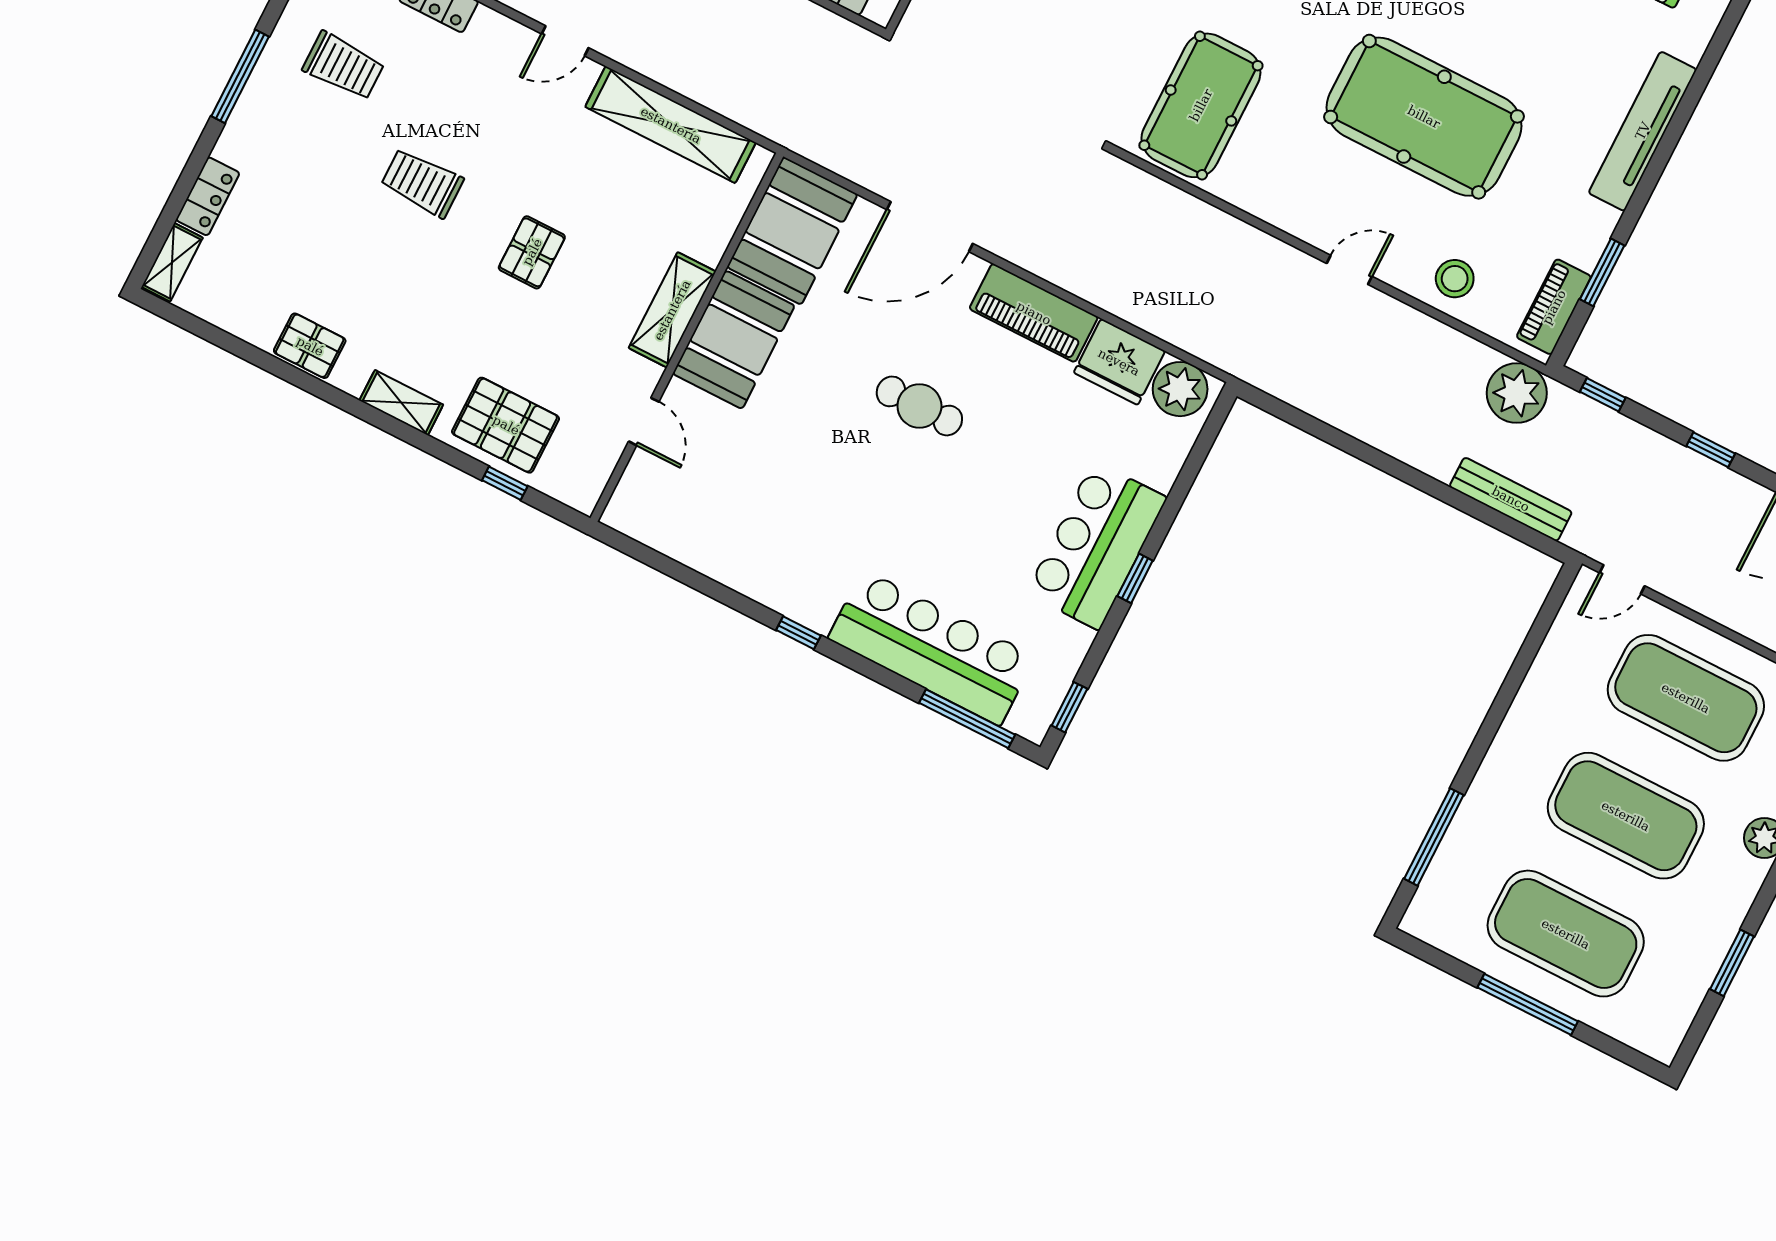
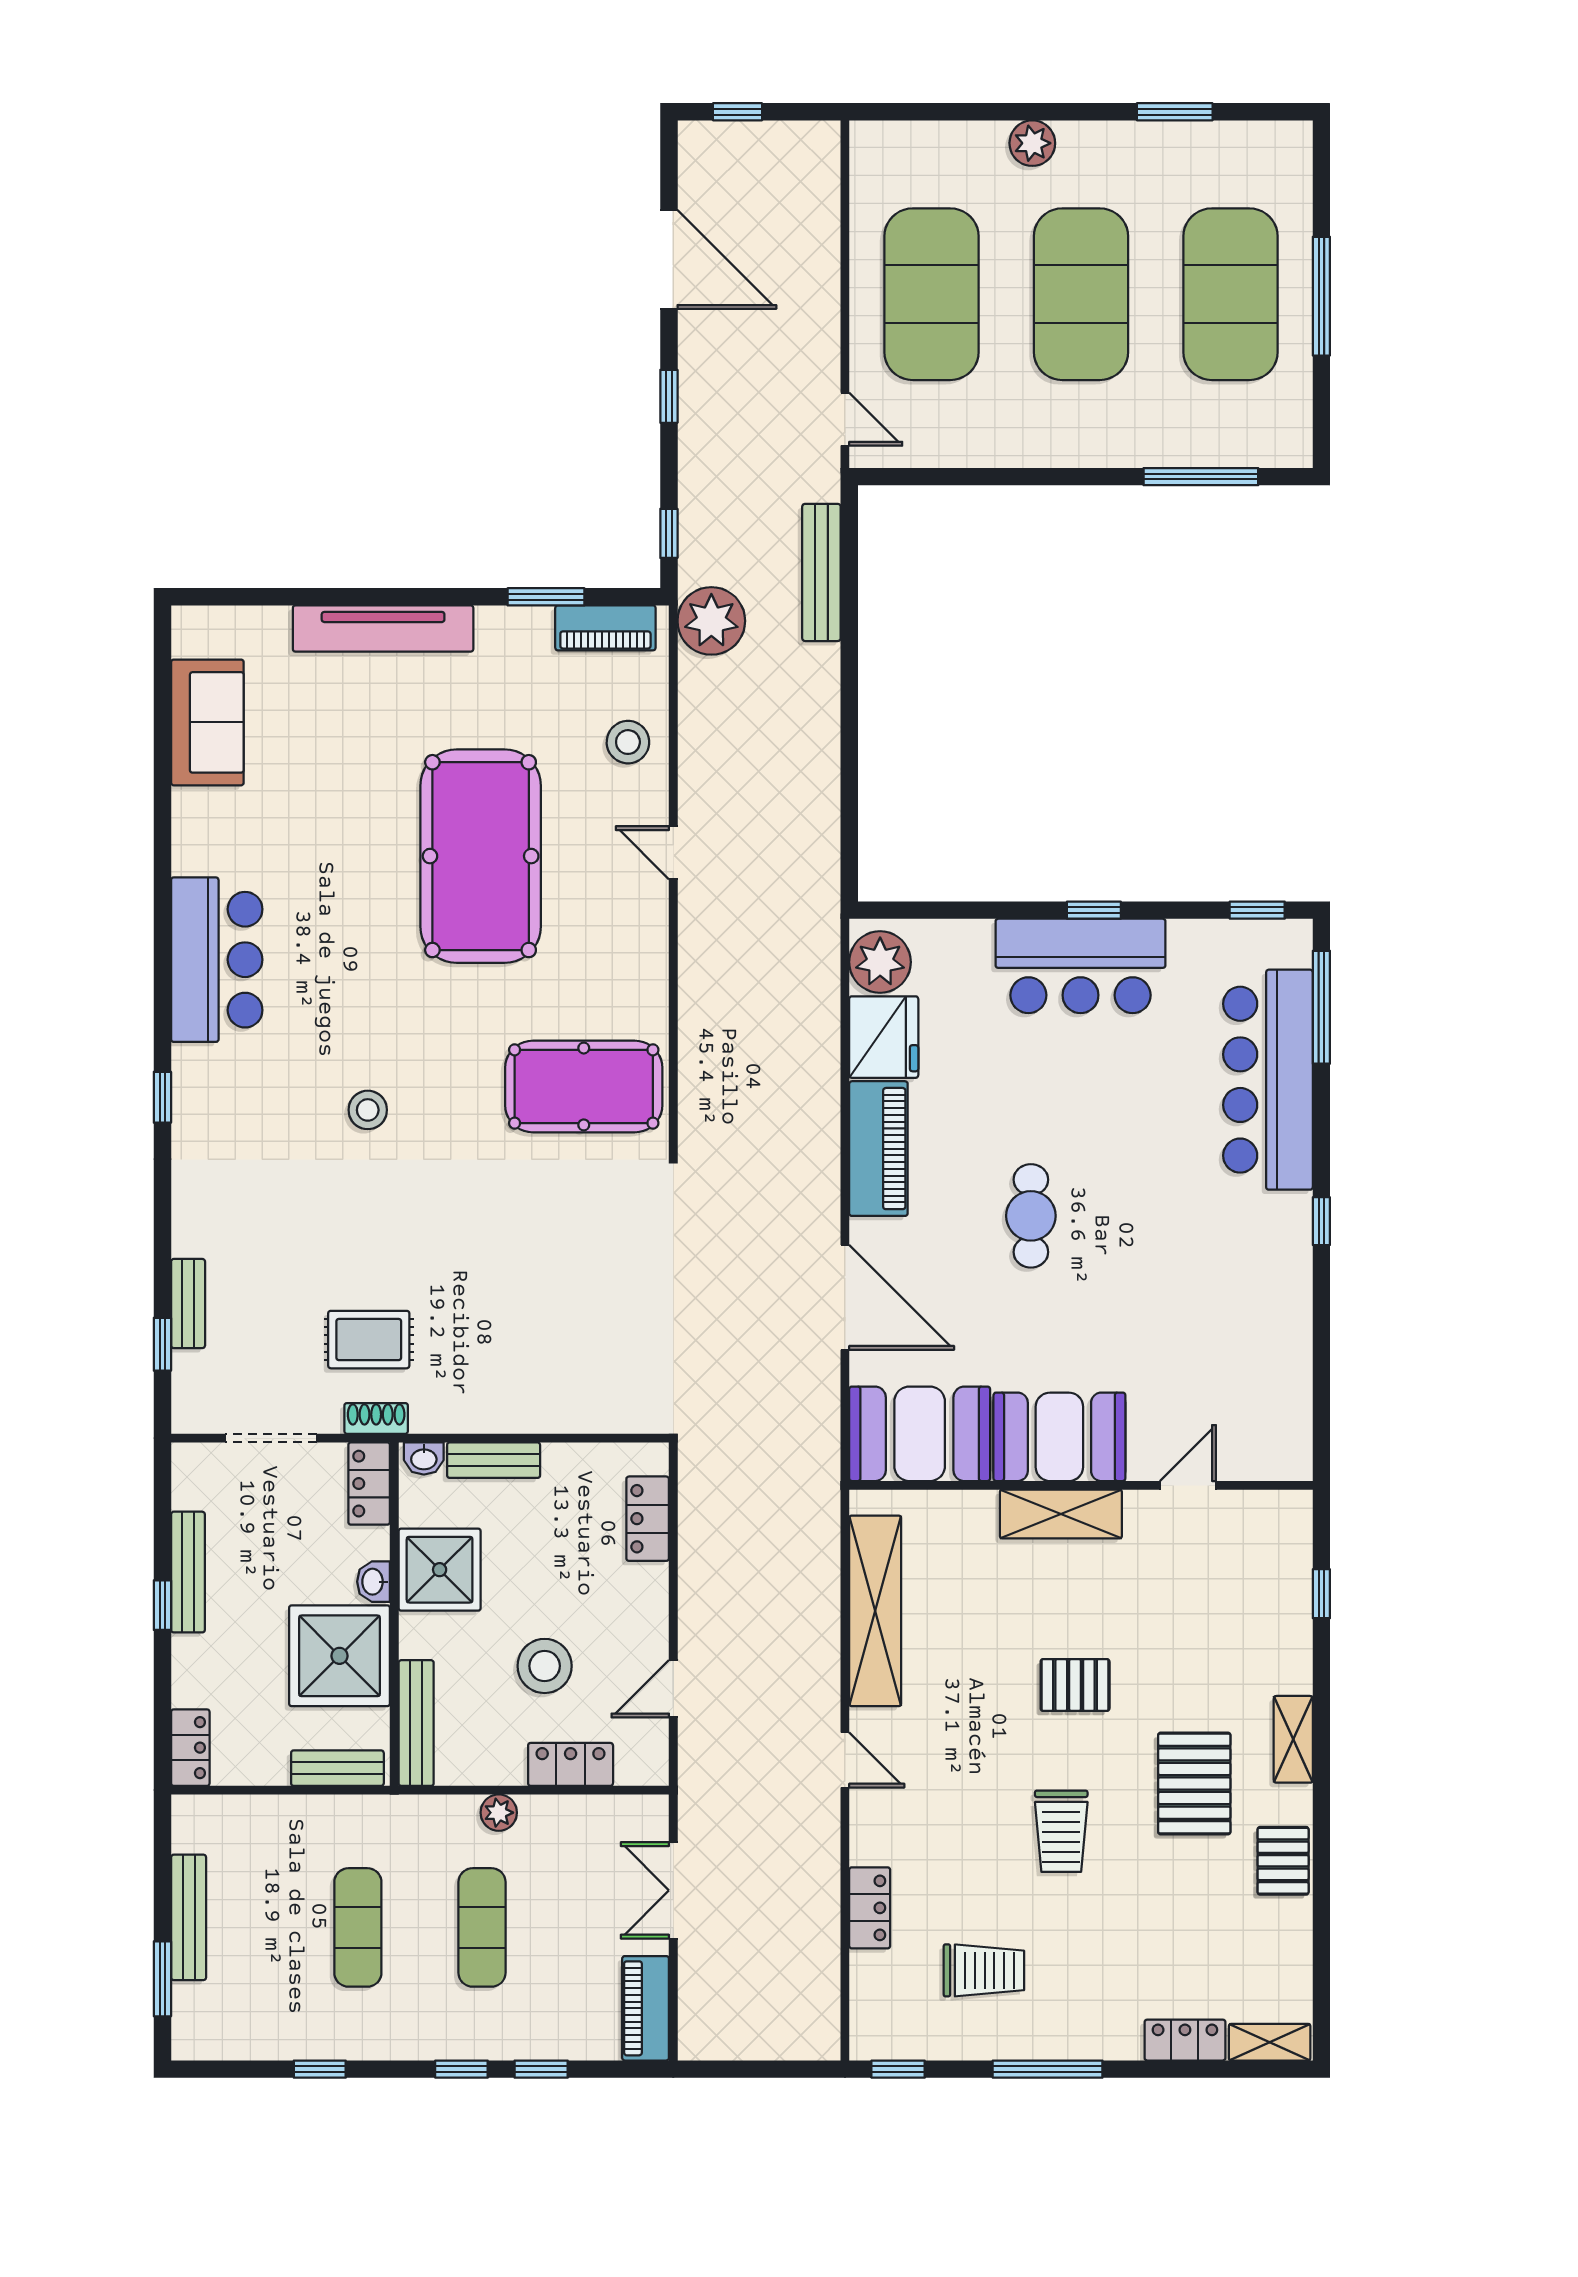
trolley: (343, 66) -> (984, 1970), turned 90
pallet: (506, 425) -> (1194, 1784), moved

